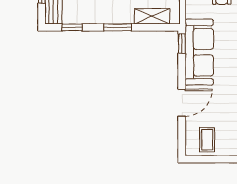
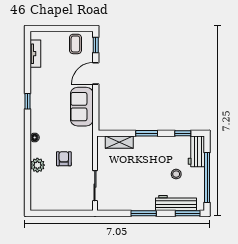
window: (182, 44) -> (96, 45), moved
sofa: (199, 52) -> (82, 107), width x0.73

